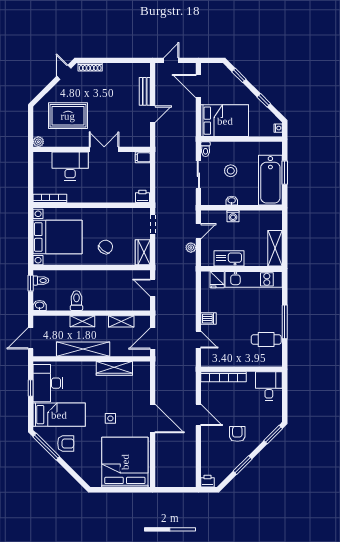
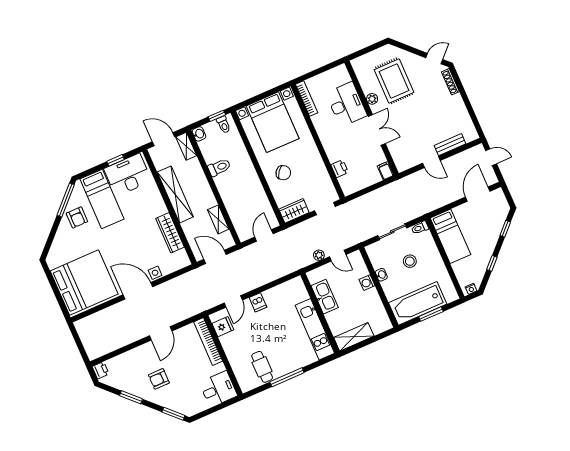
bed: (225, 121) -> (450, 236), width x0.67
plant: (38, 142) -> (372, 99), moved
printer: (142, 196) -> (340, 169), moved
fridge: (217, 280) -> (223, 327), moved, turned 180
shelving: (82, 321) -> (186, 146), moved
side table: (110, 418) -> (155, 273), moved
door: (153, 418) -> (138, 291), swing flipped
armchair: (237, 434) -> (159, 379), turned 180

